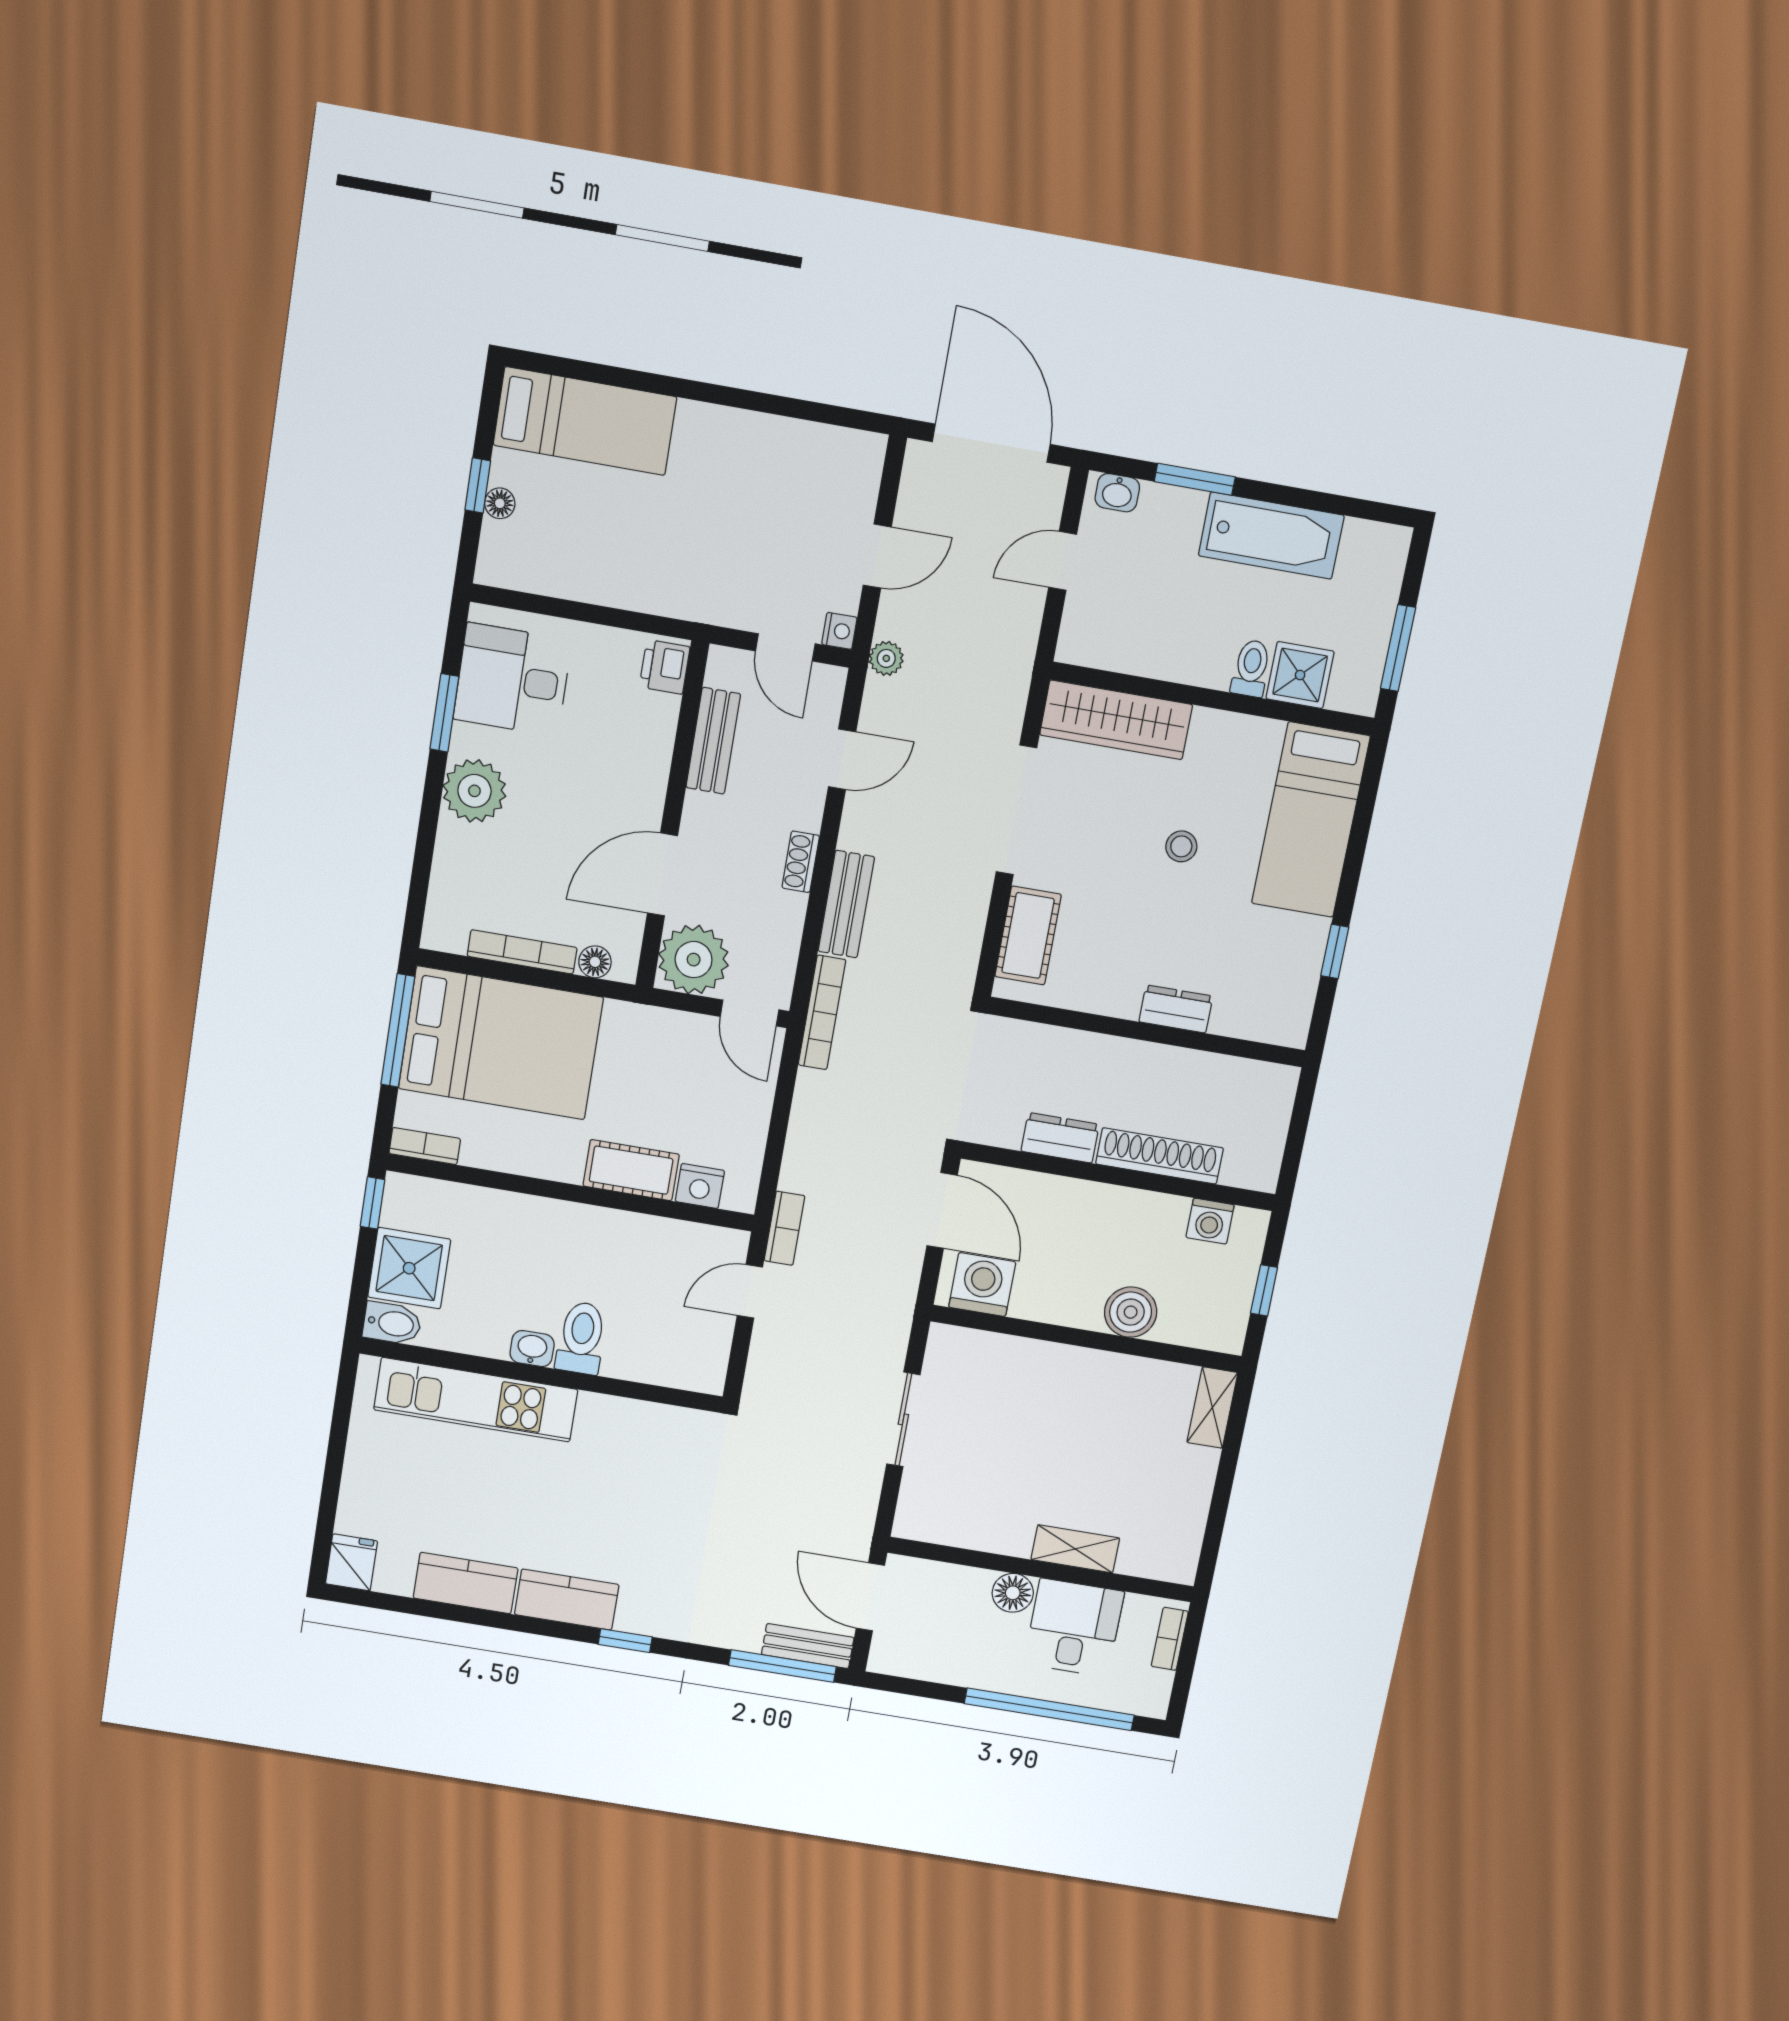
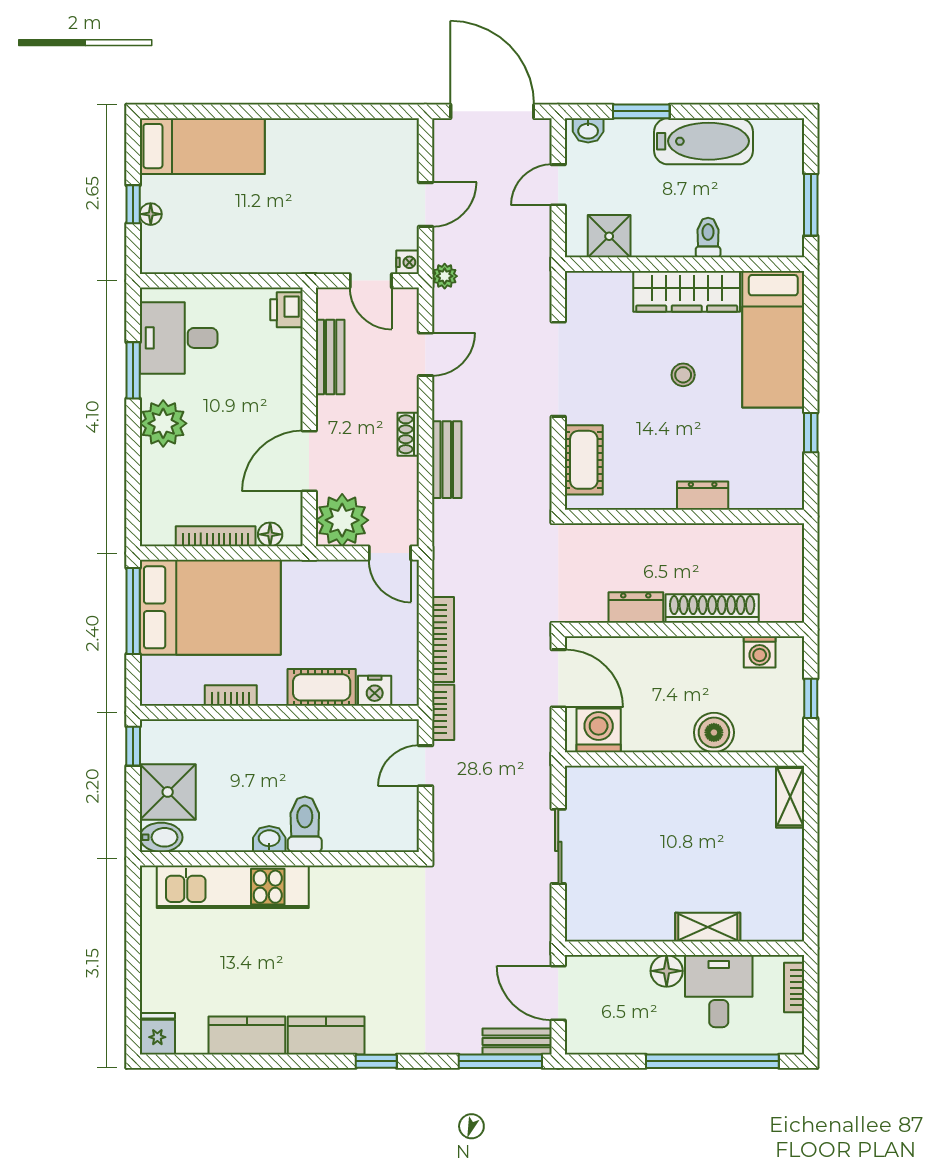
shower: (1300, 675) -> (609, 236), moved
wardrobe: (1116, 720) -> (687, 291), moved
bookcase: (822, 1012) -> (443, 639), moved
bookcase: (425, 1146) -> (231, 696), moved

